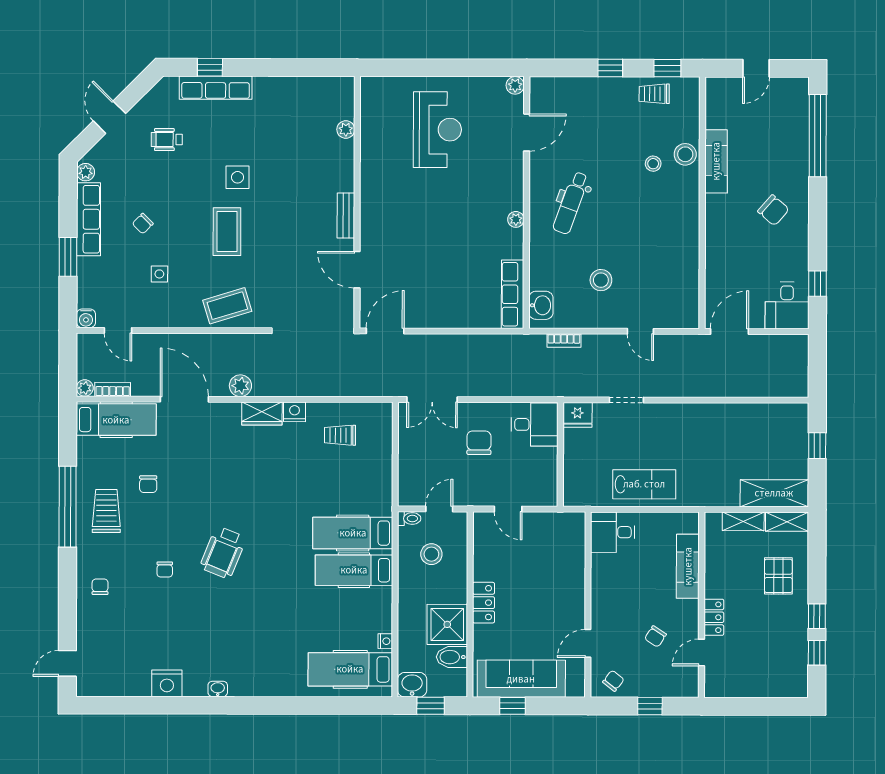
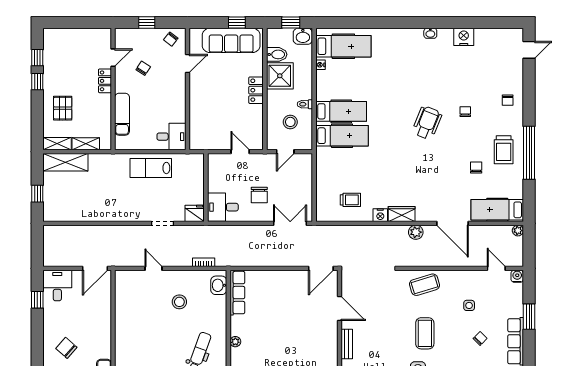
bookcase: (113, 389) -> (500, 230), removed
toilet: (409, 518) -> (305, 104), moved

